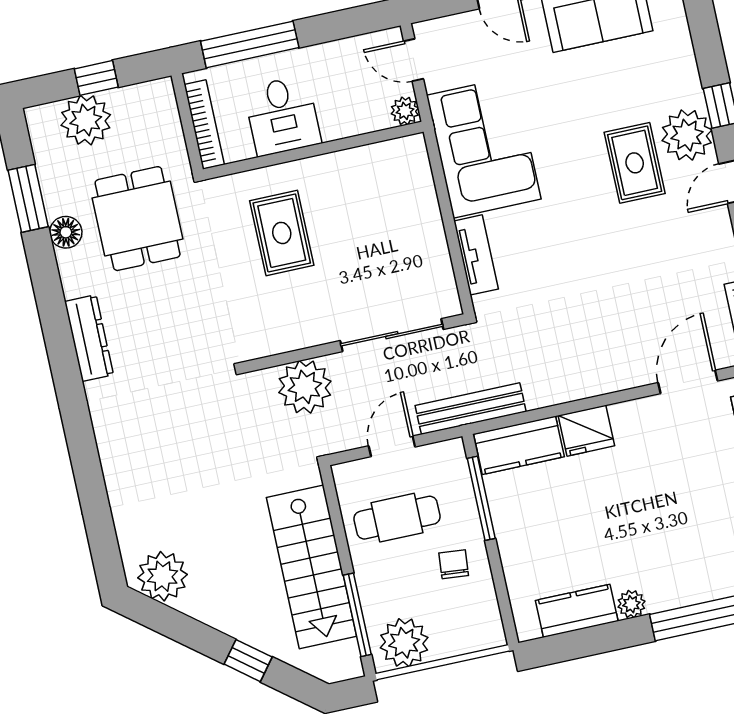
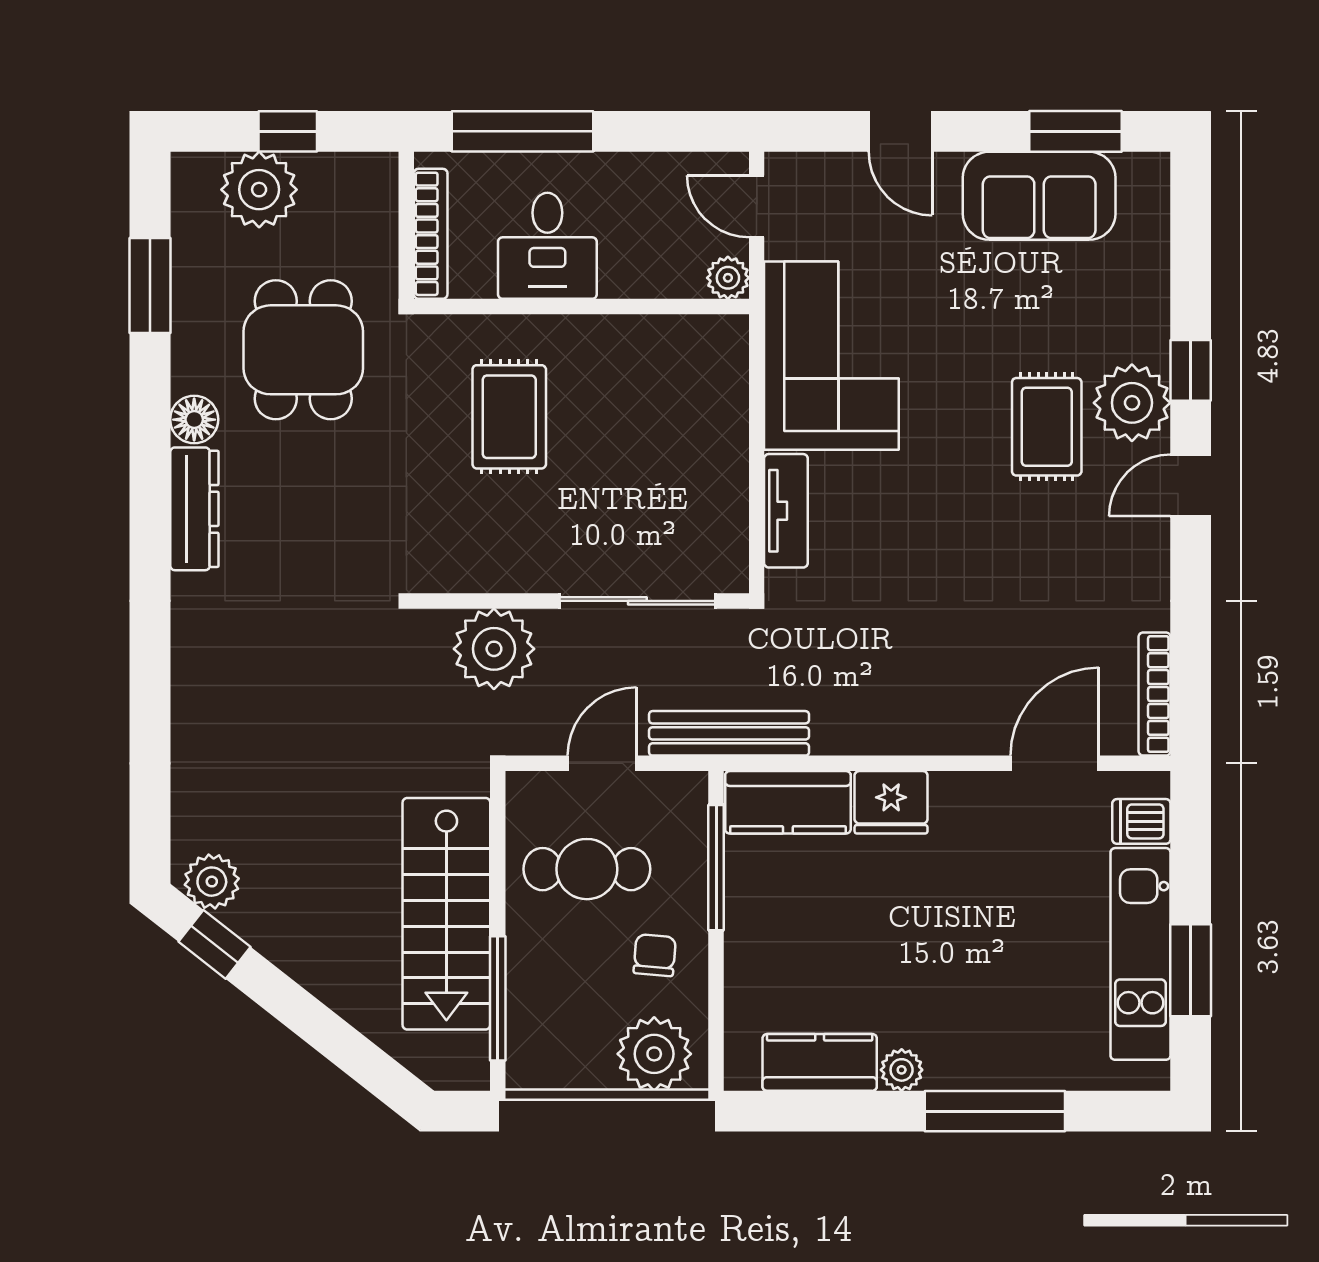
floor lamp: (66, 232) -> (194, 420), moved
plant: (162, 576) -> (212, 882), width x0.73, depth x0.73
plant: (404, 643) -> (654, 1054), moved
window: (248, 661) -> (214, 944), moved

